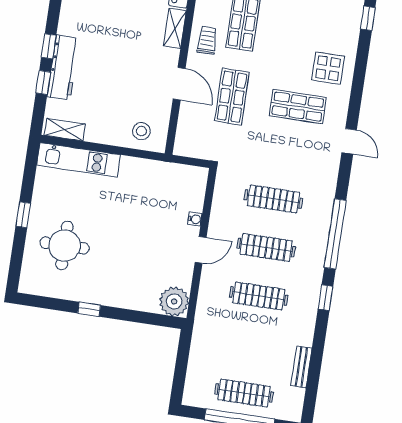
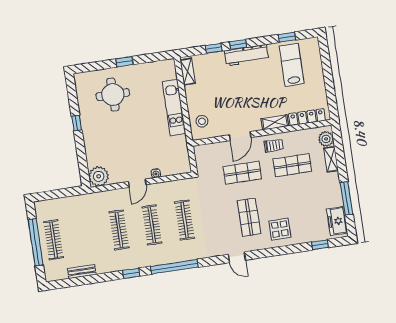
workbench: (63, 68) -> (247, 55), moved
door: (349, 141) -> (237, 257), hinge flipped
kitchen unit: (79, 160) -> (174, 108), moved
door: (201, 250) -> (137, 183), hinge flipped

